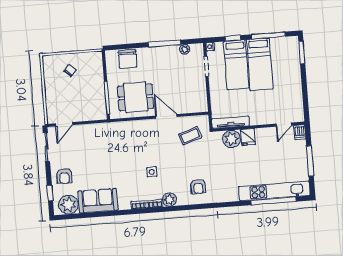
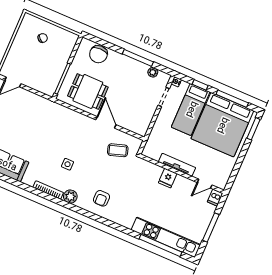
bed: (260, 64) -> (222, 125), width x2.04
tv unit: (231, 122) -> (177, 165), moved
plant: (232, 139) -> (152, 172), removed

